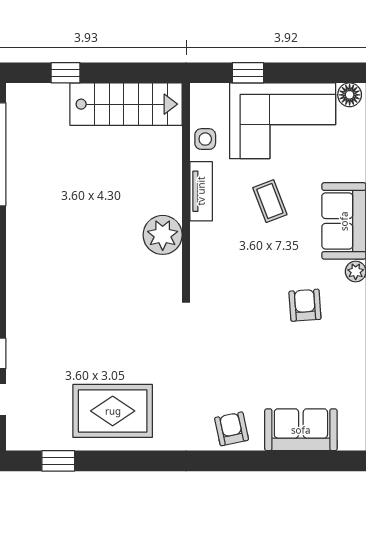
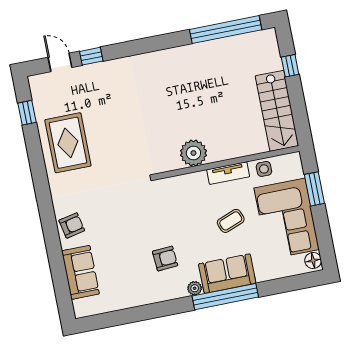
window: (248, 73) -> (314, 189), width x1.50

